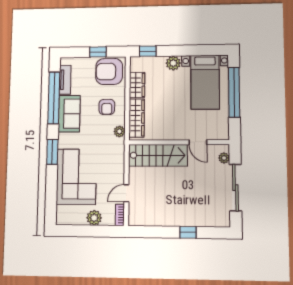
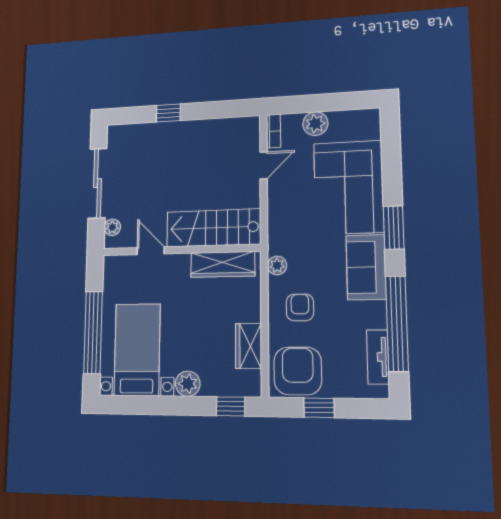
armchair: (109, 72) -> (298, 371), turned -90
sofa: (69, 114) -> (366, 267), moved
wardrobe: (137, 118) -> (223, 264), moved, turned -90

